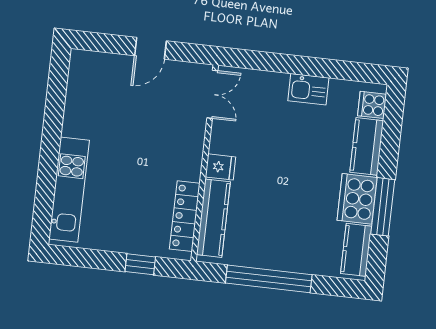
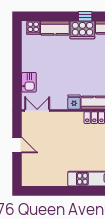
kitchen sink: (308, 89) -> (29, 82), moved
window: (383, 207) -> (85, 16), width x0.46

